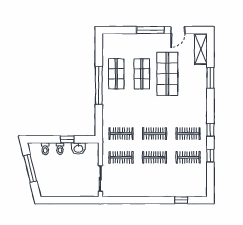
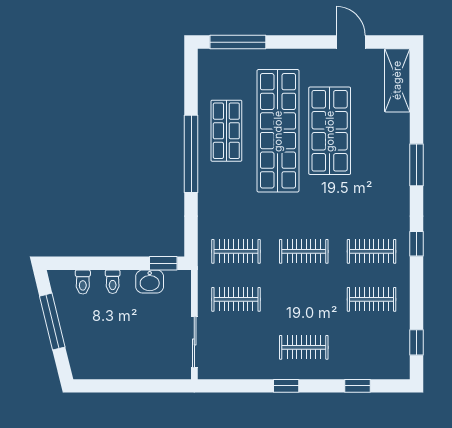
window: (150, 30) -> (238, 42), moved
door: (178, 30) -> (351, 42), swing flipped
shop shelf: (142, 74) -> (278, 131), width x2.00, depth x1.36
window: (210, 78) -> (417, 165), moved
window: (67, 139) -> (163, 263), moved
window: (210, 156) -> (417, 342), moved
clothes rail: (155, 157) -> (304, 347), moved
window: (146, 200) -> (286, 386), added

